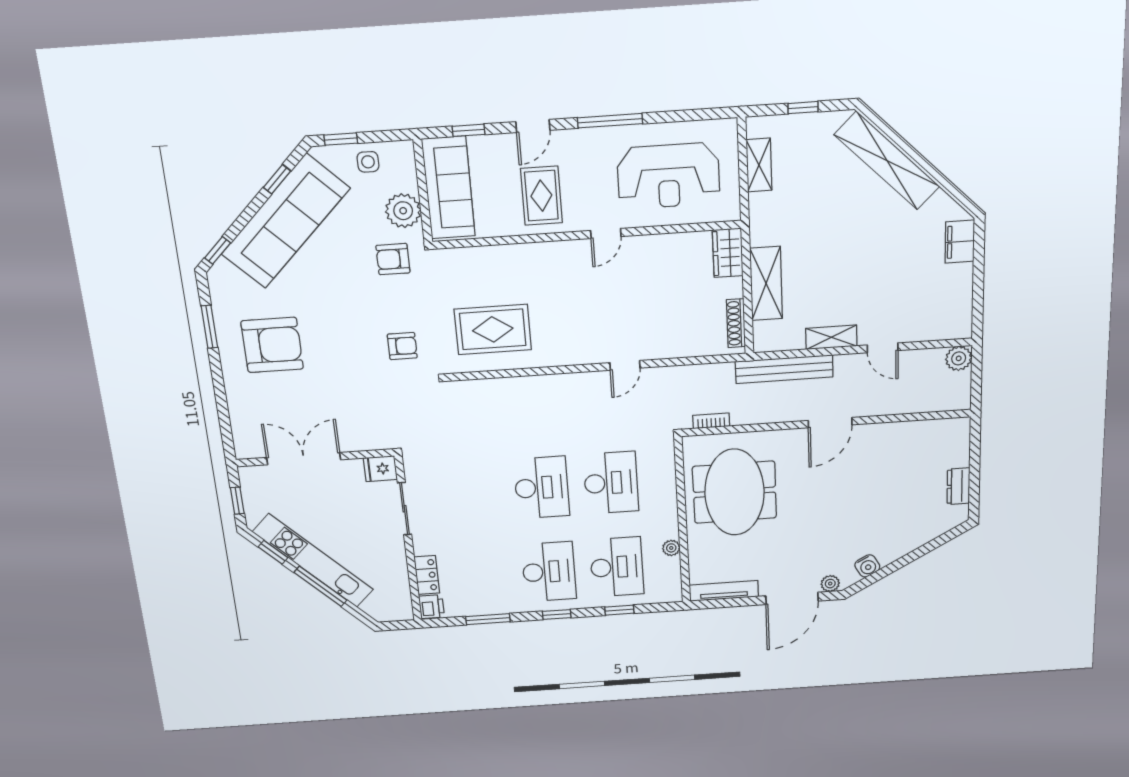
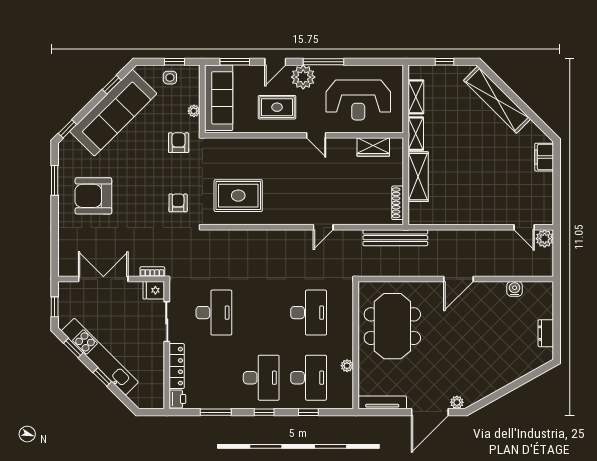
window: (469, 130) -> (235, 62), width x1.50
window: (341, 139) -> (174, 62), moved
plant: (579, 147) -> (303, 77), added
rug: (541, 196) -> (277, 107), turned 90
plant: (403, 211) -> (194, 111), width x0.53, depth x0.53
door: (606, 233) -> (316, 135), hinge flipped
wardrobe: (728, 253) -> (373, 147), moved, turned -90
armchair: (393, 259) -> (179, 143), turned 90
shelving: (831, 337) -> (416, 134), moved, turned 90
armchair: (272, 345) -> (93, 196), turned 180
armchair: (402, 346) -> (178, 203), turned -90
door: (883, 348) -> (524, 227), moved
bench: (784, 369) -> (395, 238), moved
bookcase: (711, 421) -> (152, 272), moved
desk: (542, 488) -> (214, 313), moved
water cooler: (867, 566) -> (515, 289), moved, turned -151
locker: (427, 575) -> (177, 366), width x1.53
window: (320, 586) -> (102, 377), width x0.46

